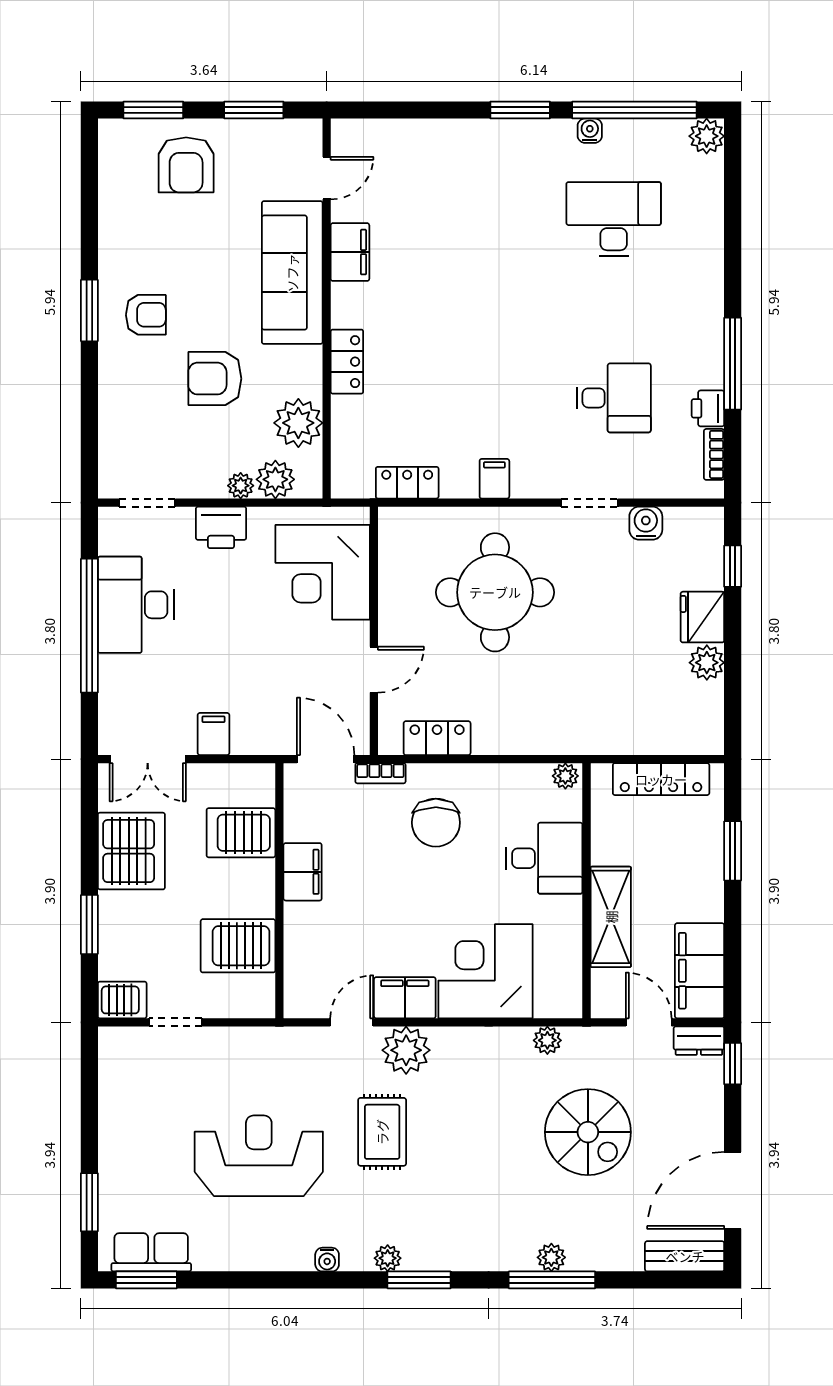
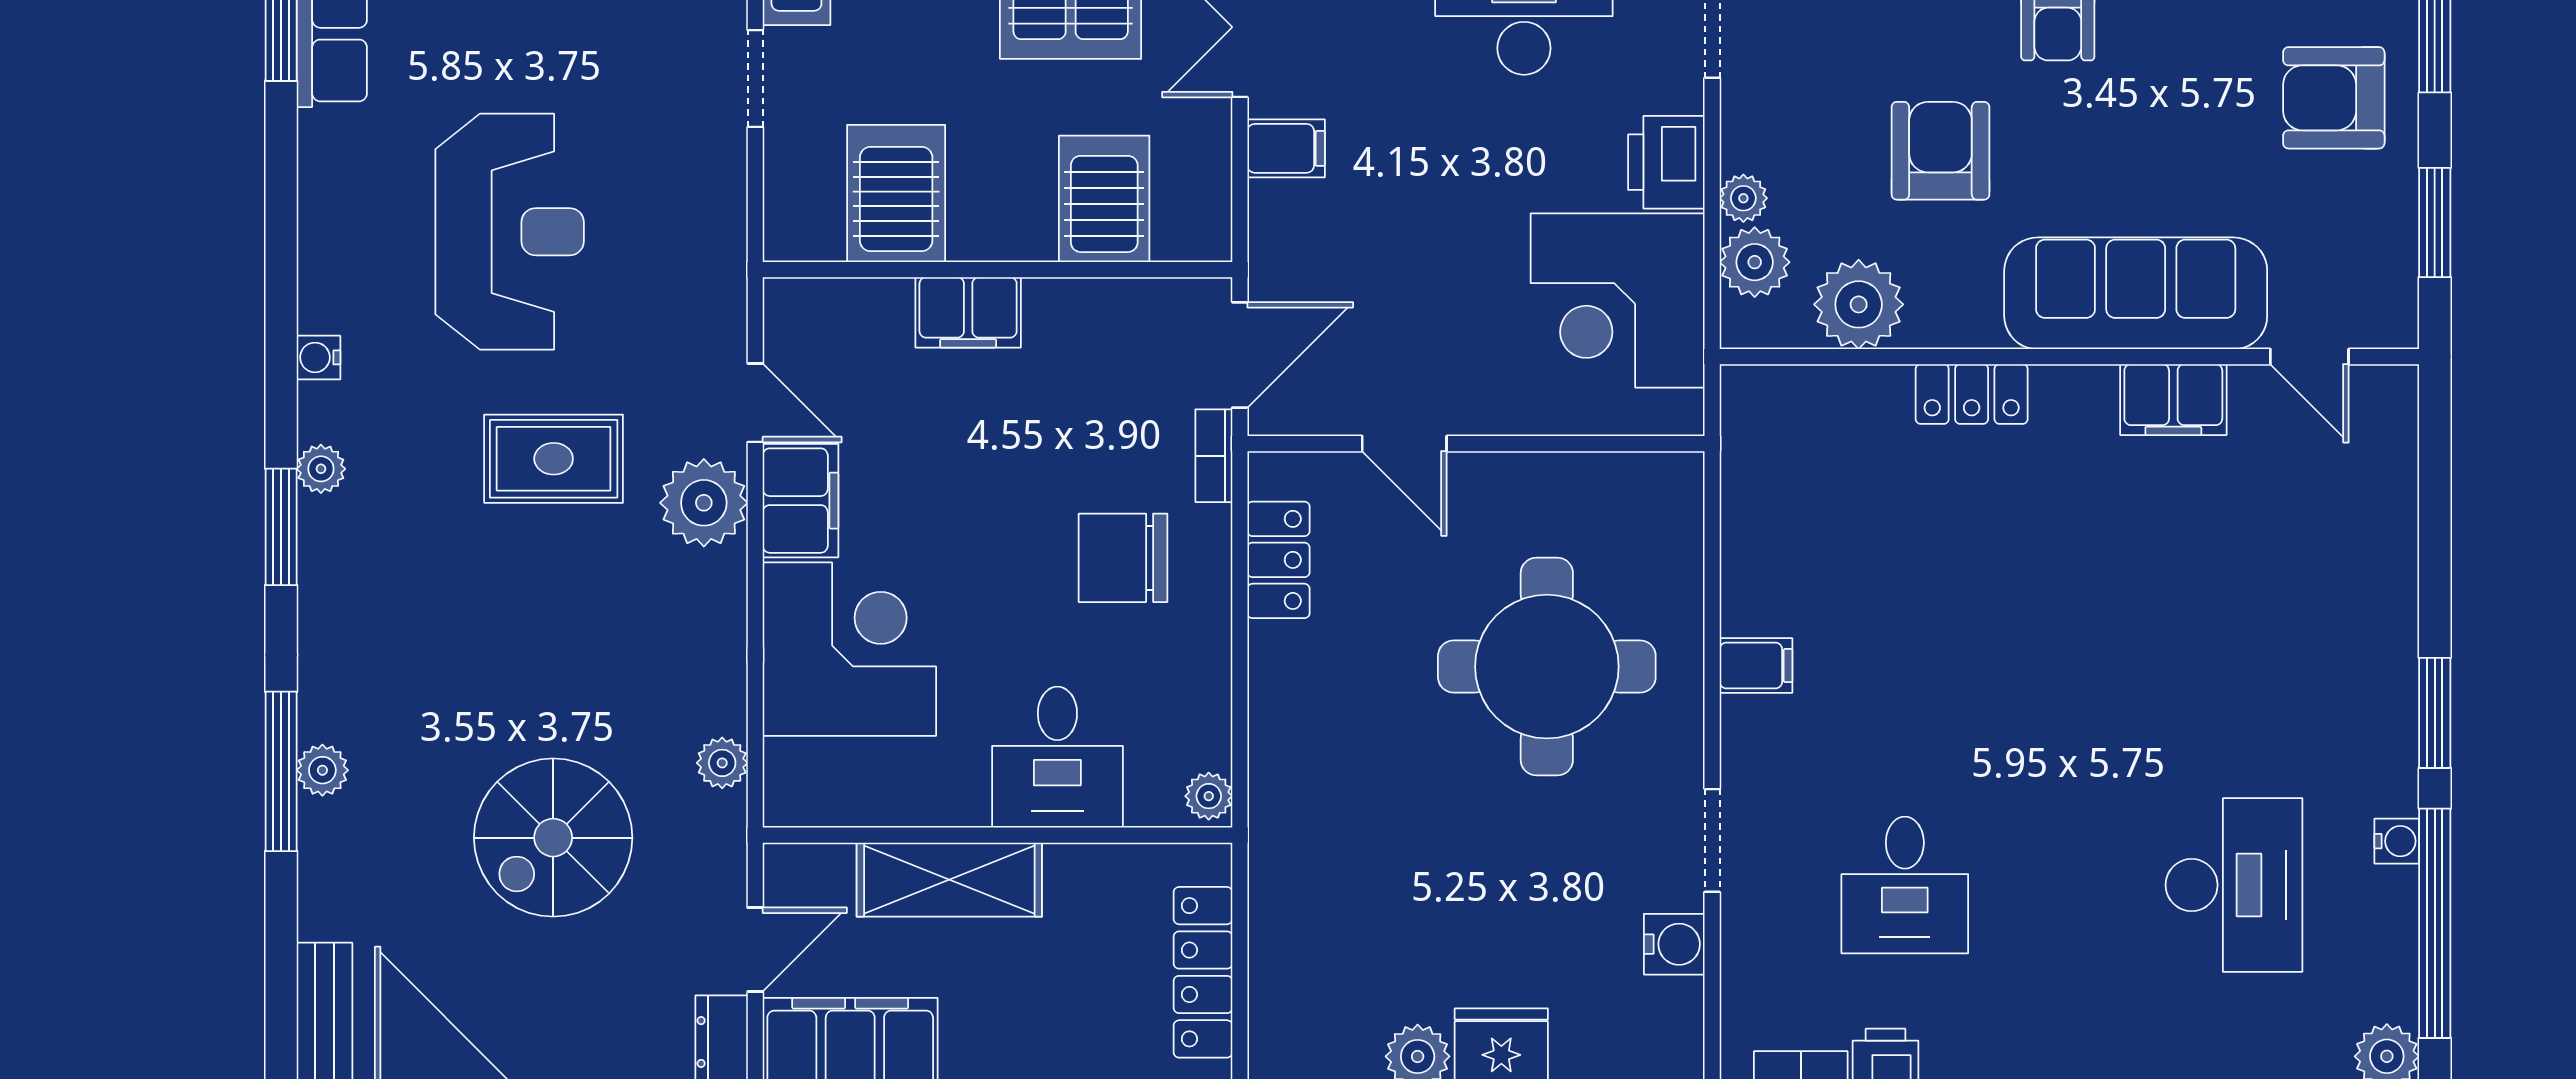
locker: (407, 483) -> (1749, 505), removed
corner desk: (323, 572) -> (1618, 301), moved, turned -90
filing cabinet: (303, 872) -> (968, 312), moved

